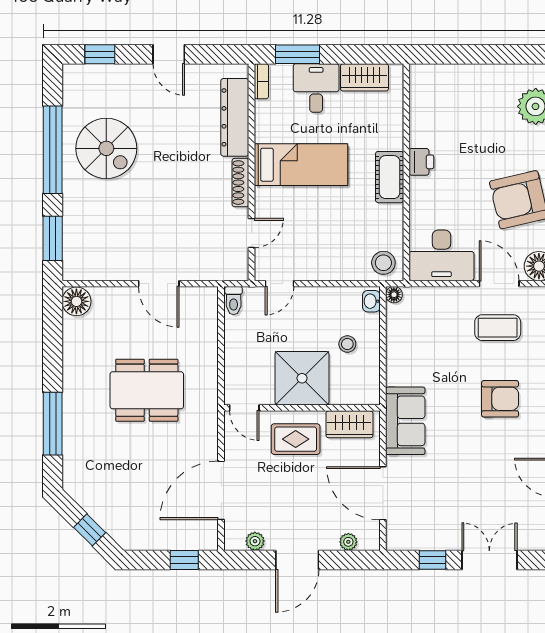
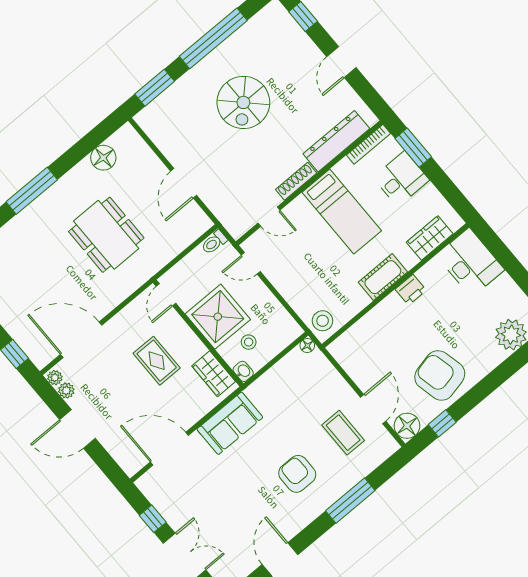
wardrobe: (364, 77) -> (430, 238), moved, turned 90
bookcase: (261, 81) -> (369, 144), width x1.56
spiral stairs: (106, 148) -> (243, 102), moved
desk: (441, 255) -> (470, 262), moved, turned 180
floor lamp: (76, 301) -> (103, 158), moved
washbasin: (371, 301) -> (243, 371), moved, turned 90
shower: (302, 378) -> (218, 317), moved
armchair: (500, 399) -> (297, 474), turned 180
door: (244, 408) -> (166, 295), moved
wall: (302, 408) -> (198, 333), moved
wardrobe: (349, 424) -> (214, 374), moved
door: (383, 493) -> (169, 449), hinge flipped
plant: (348, 542) -> (55, 378), moved

